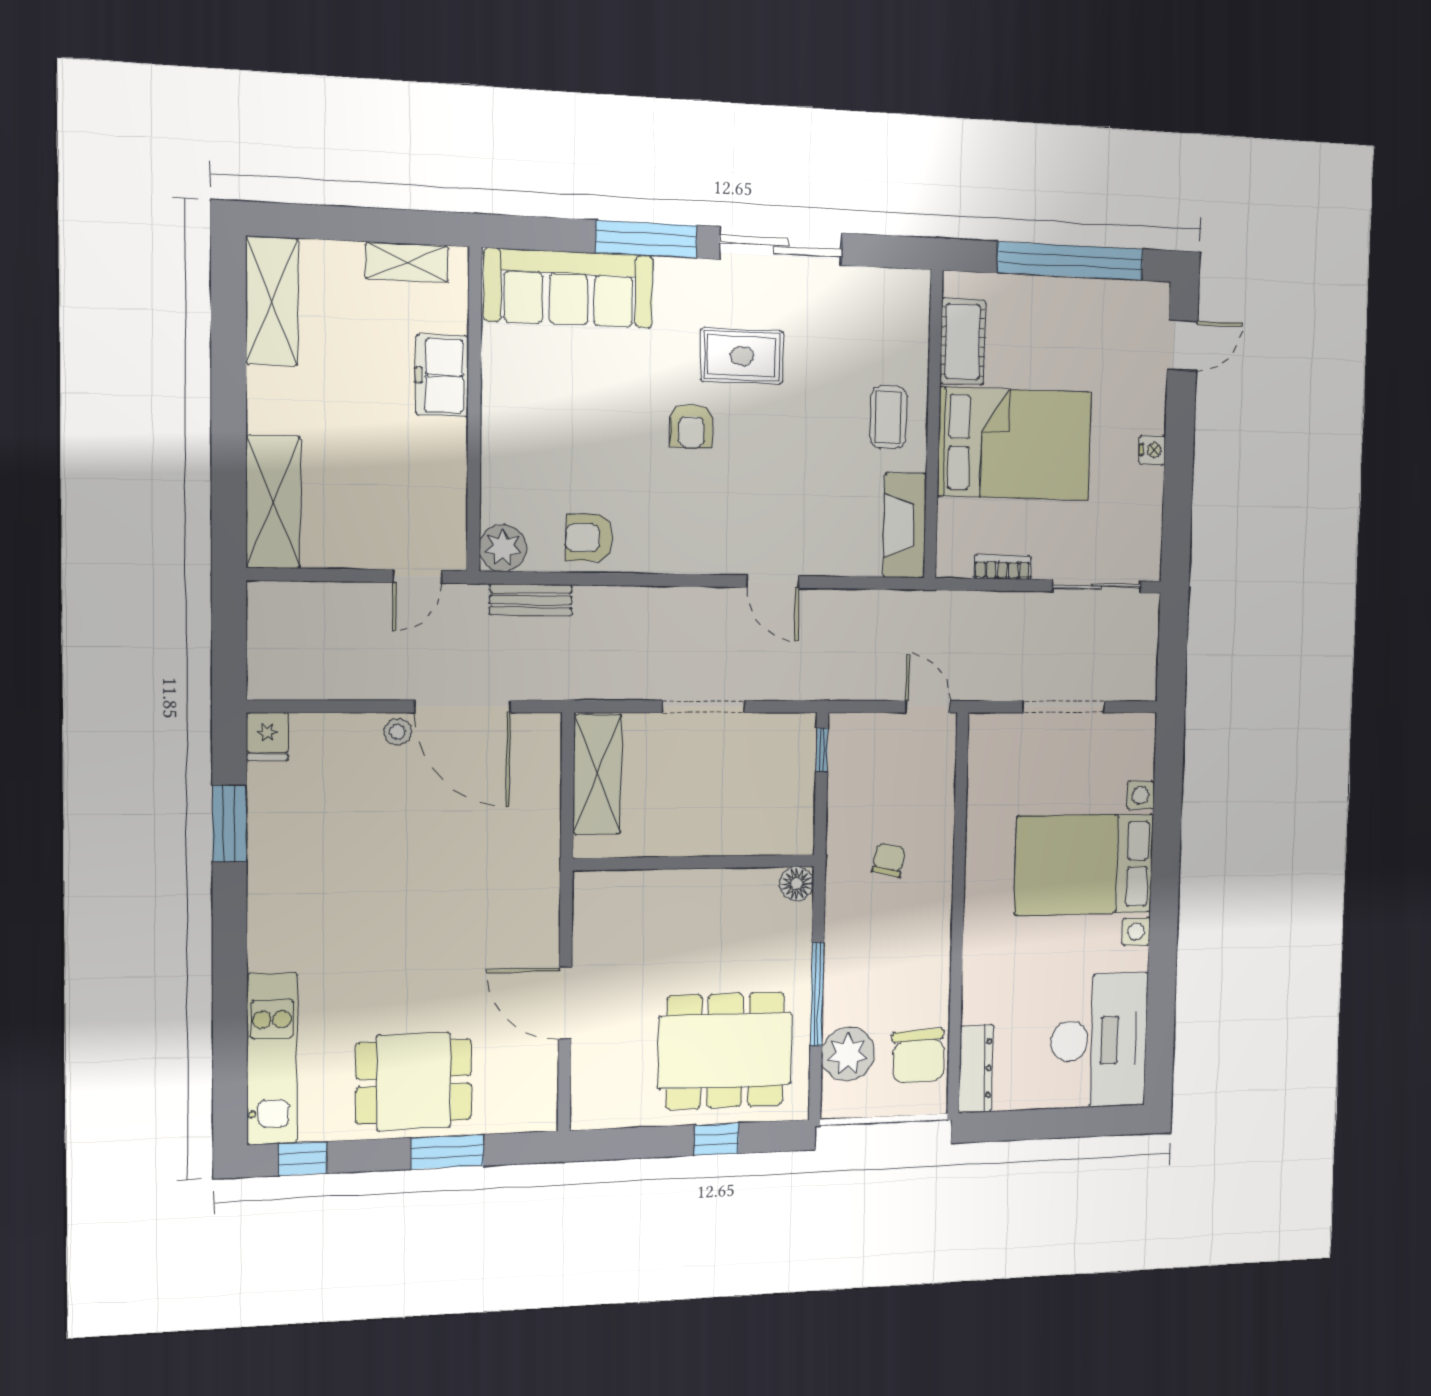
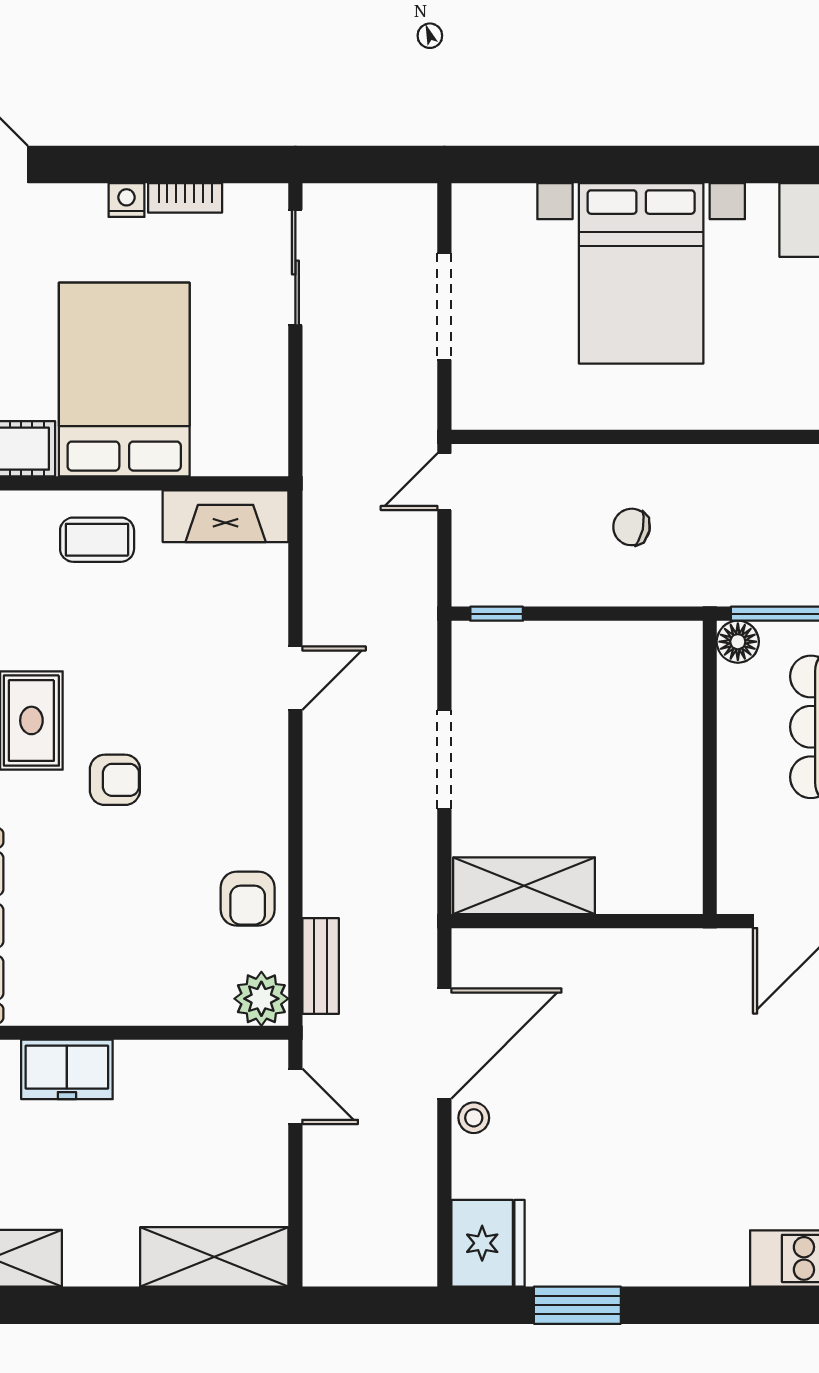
bookcase: (1002, 567) -> (185, 198), moved, turned -90
fridge: (267, 737) -> (488, 1243), width x1.88, depth x1.34
wall: (695, 862) -> (710, 767), moved
floor lamp: (797, 884) -> (738, 642), moved

